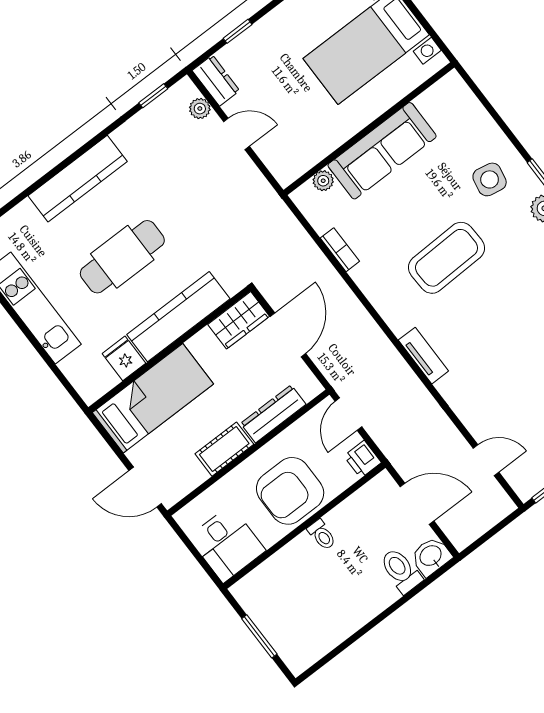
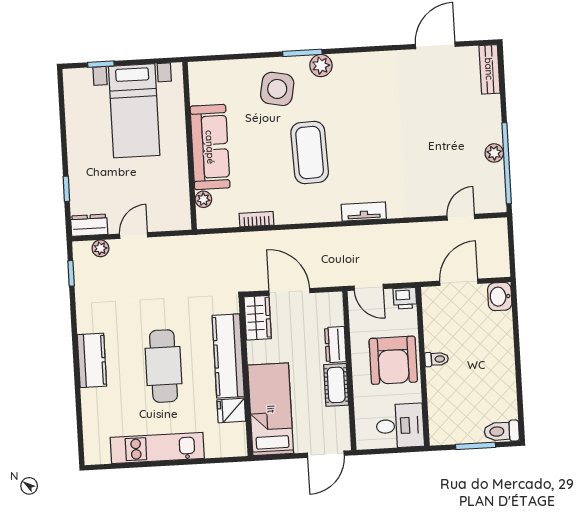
kitchen counter: (78, 179) -> (92, 360), width x0.67
side table: (490, 179) -> (277, 89), width x1.37, depth x1.37
dresser: (273, 414) -> (335, 345), width x0.70
toilet: (401, 571) -> (502, 431), moved

